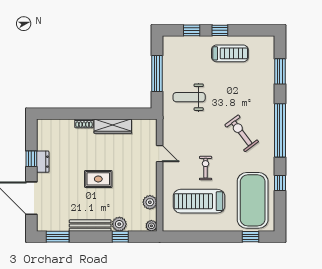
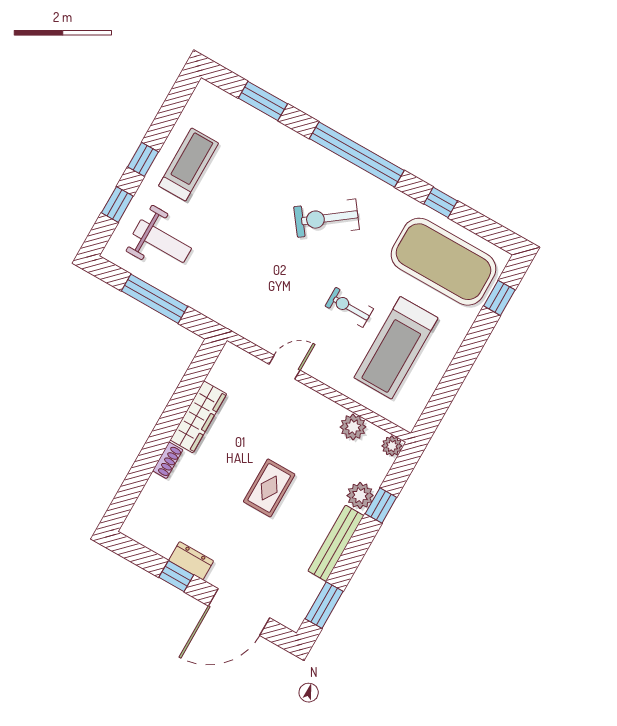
weight bench: (189, 97) -> (162, 241), moved, turned -90

